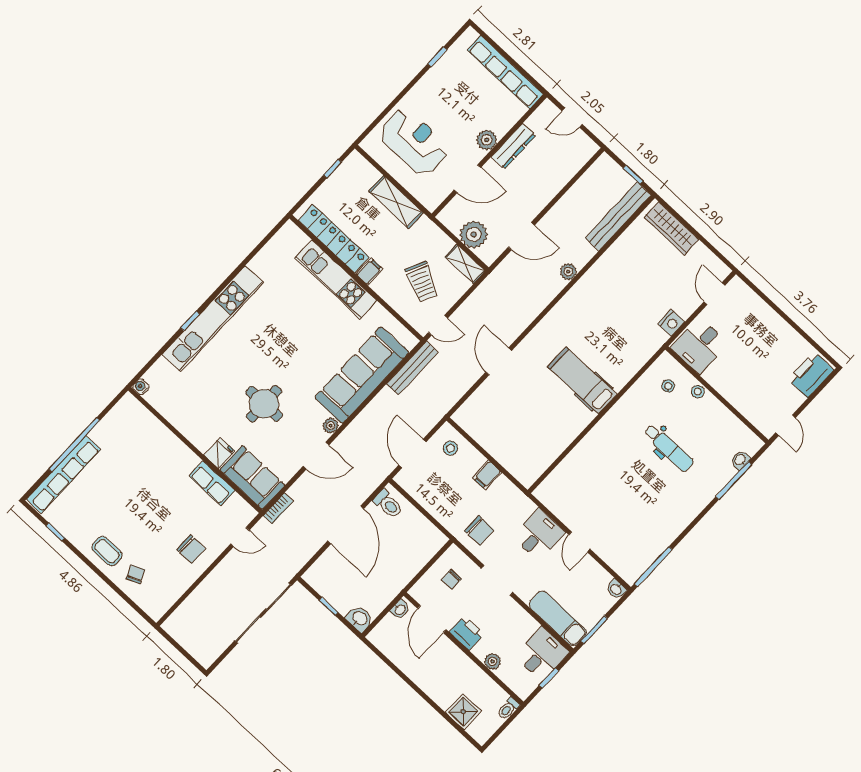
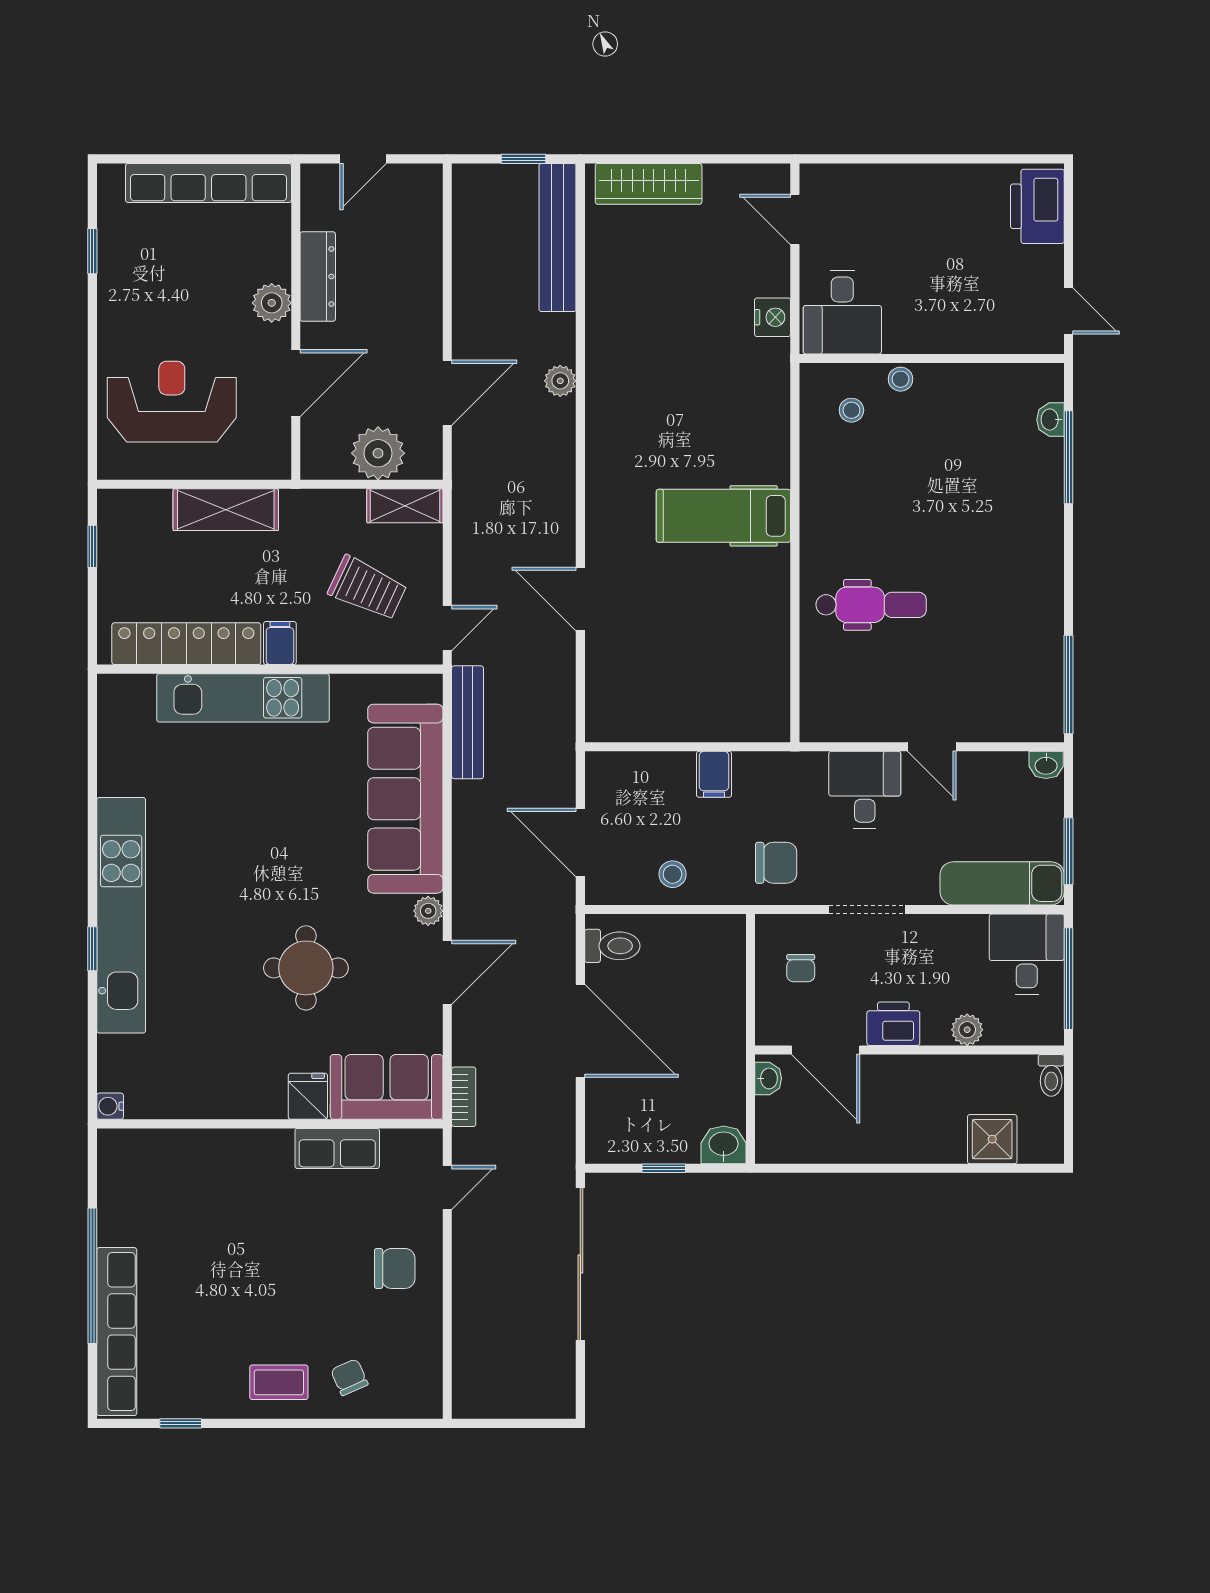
stool: (451, 448) -> (673, 874), moved
dental chair: (669, 448) -> (871, 605), moved
window: (549, 678) -> (1068, 979), width x2.17

